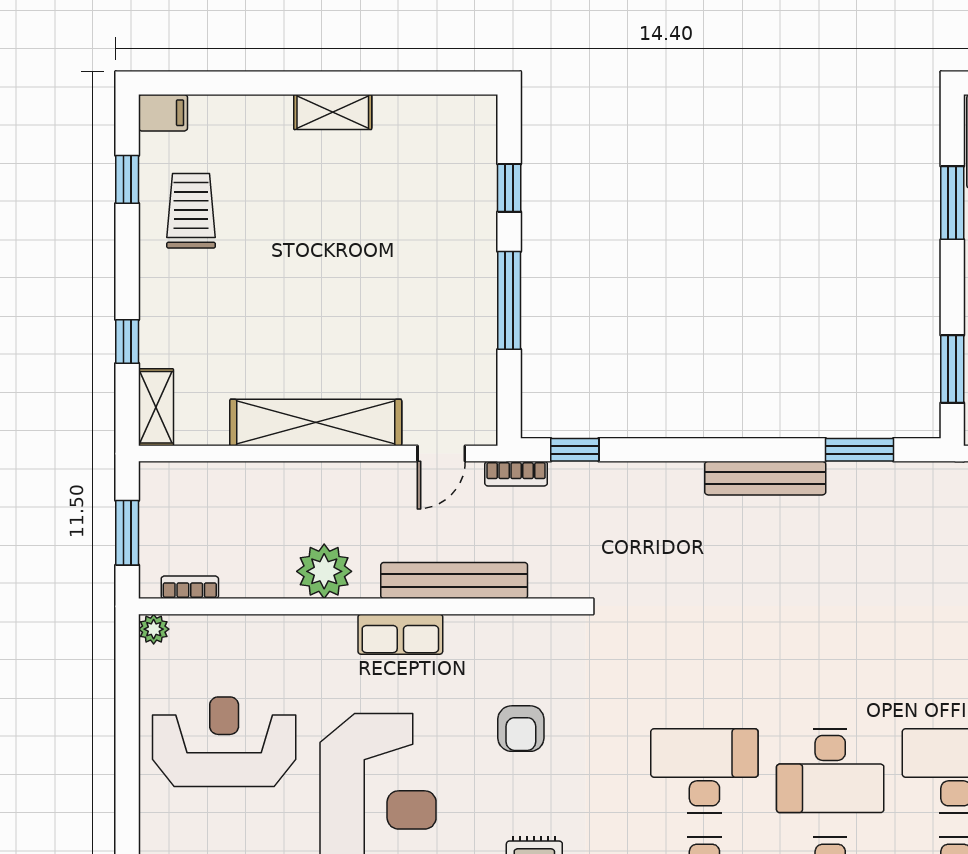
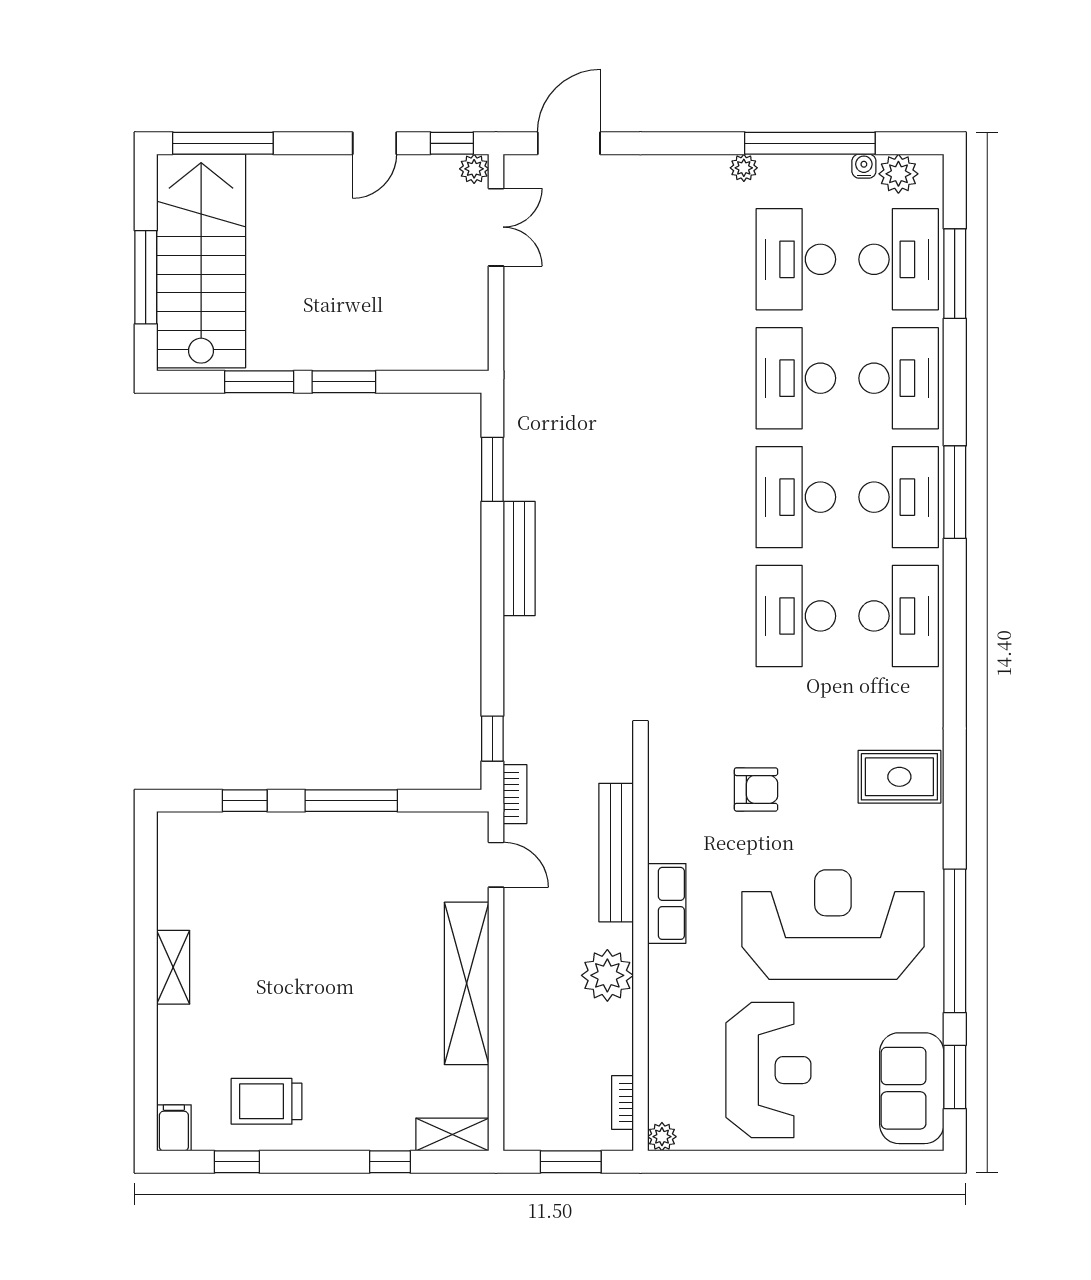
window: (952, 369) -> (344, 382), moved
reception desk: (224, 742) -> (768, 1070), turned 180
desk: (830, 771) -> (796, 497), turned 180

